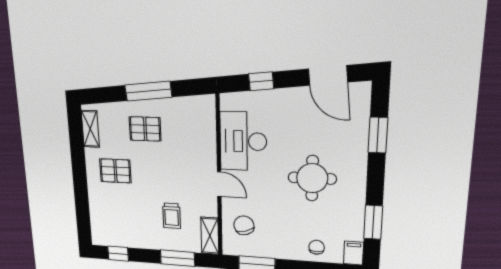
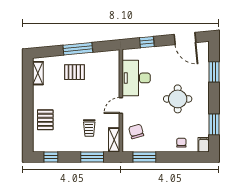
pallet: (115, 171) -> (45, 120), moved, turned 90
door: (219, 184) -> (121, 105), swing flipped

